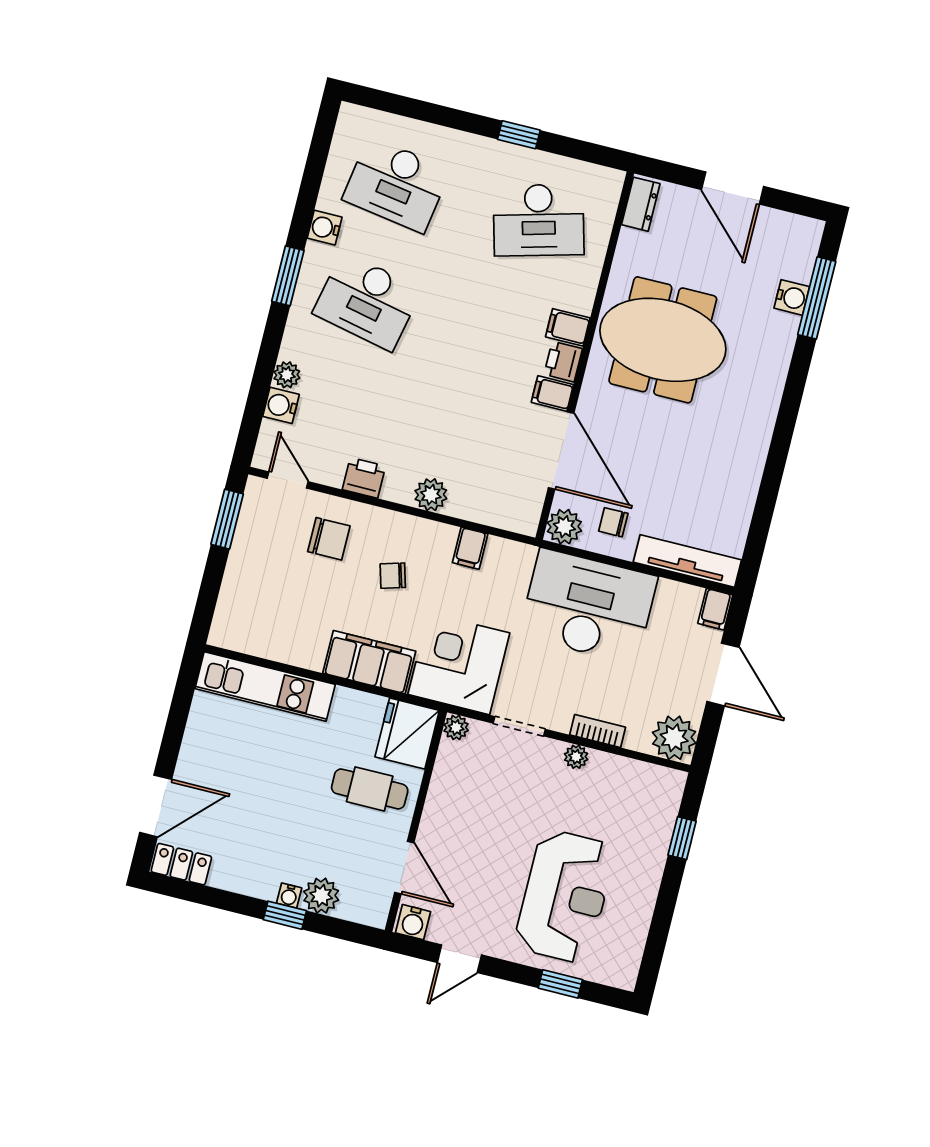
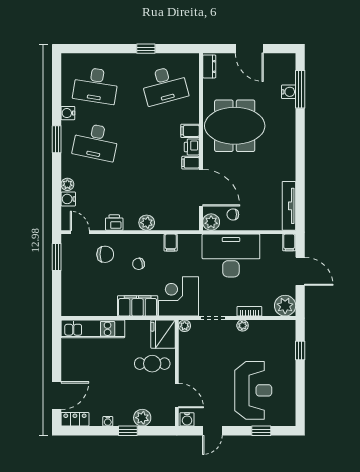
tv unit: (687, 561) -> (289, 206), moved, turned -90
water cooler: (289, 896) -> (108, 421), moved

